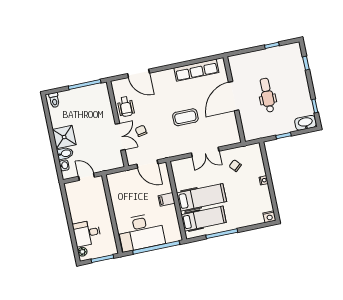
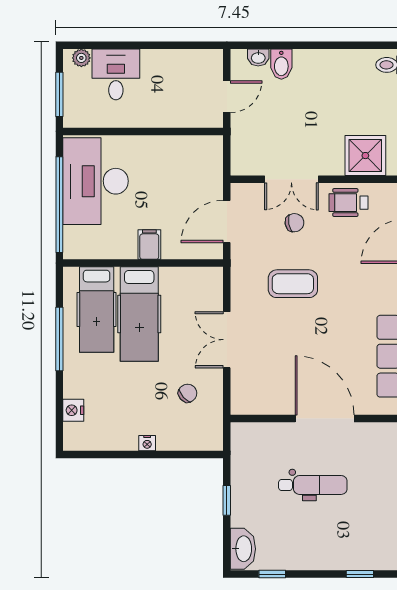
coffee table: (185, 117) -> (293, 284), moved, turned 90
shower: (64, 137) -> (365, 156), moved
nightstand: (270, 217) -> (73, 410), moved

